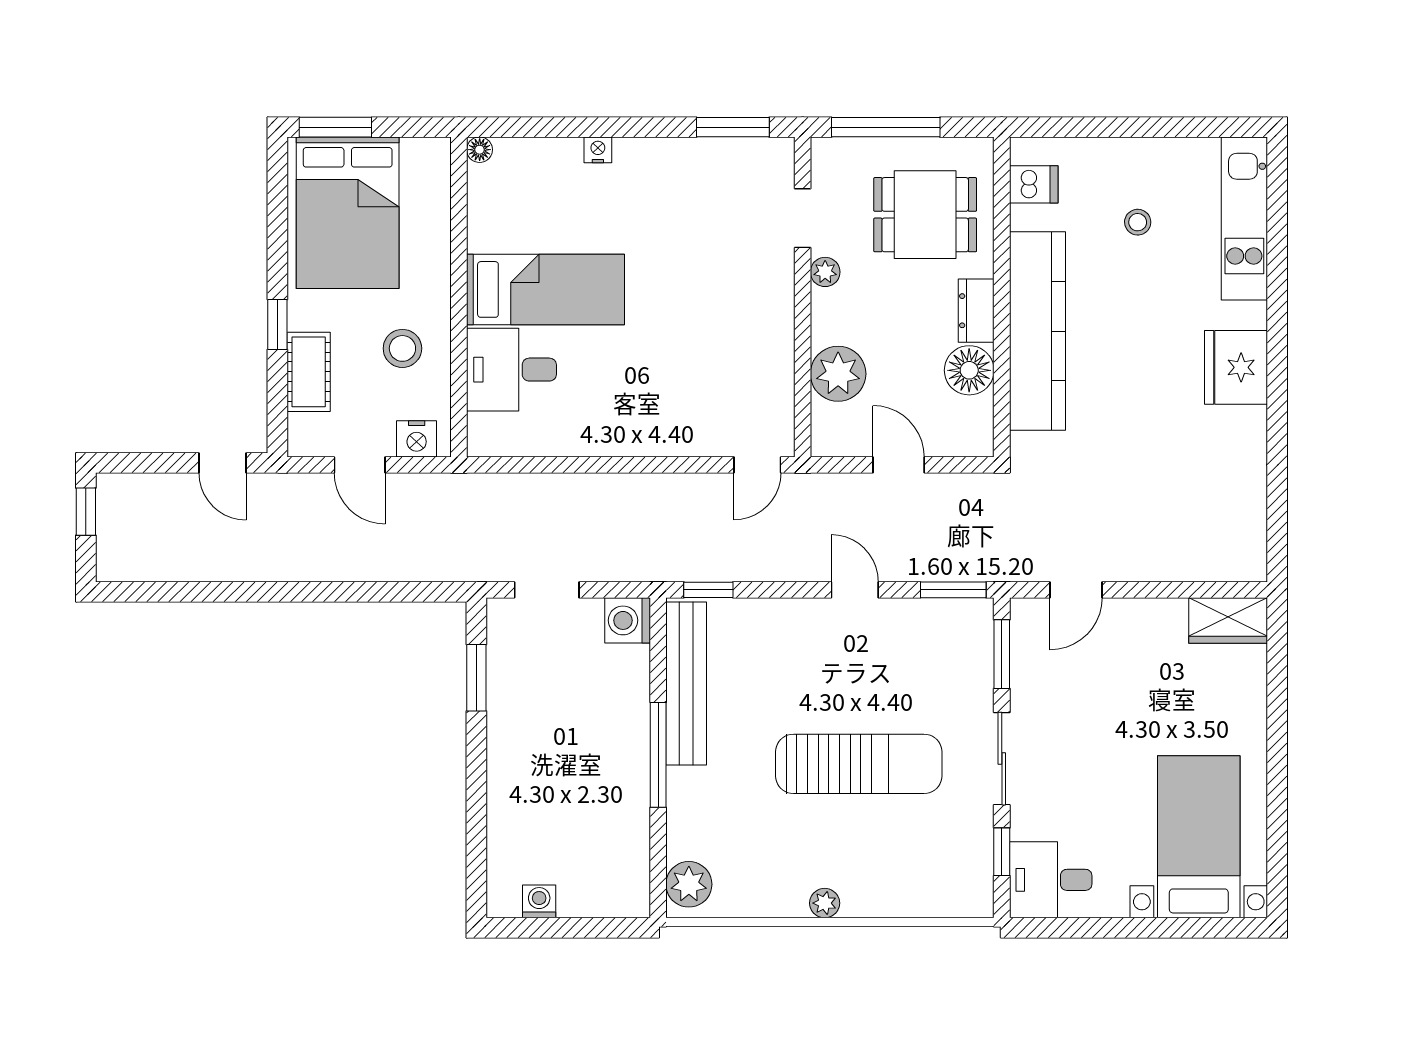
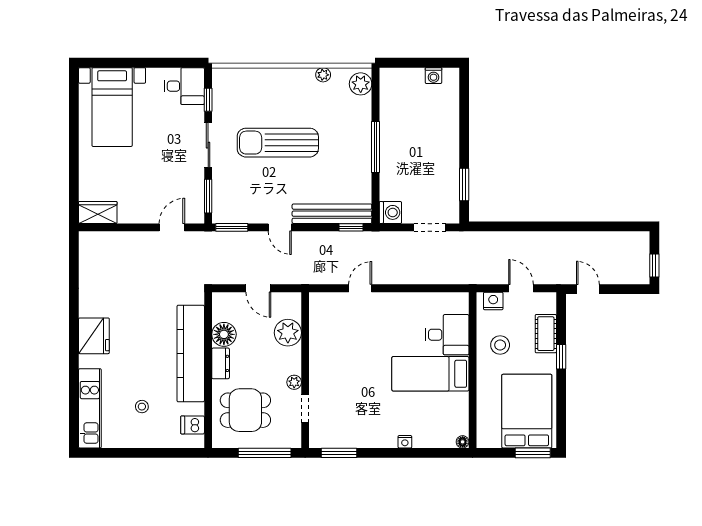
door: (757, 465) -> (360, 288), moved
bench: (686, 683) -> (332, 214), moved, turned 90
plant: (825, 903) -> (323, 75), moved

